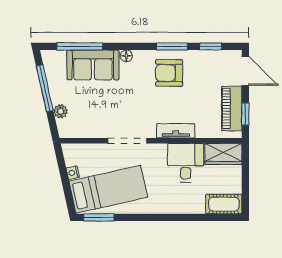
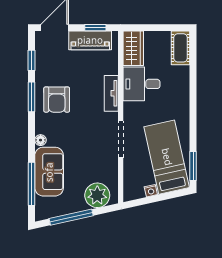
plant: (61, 111) -> (97, 195), width x1.88, depth x1.88

